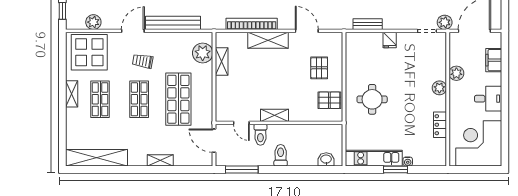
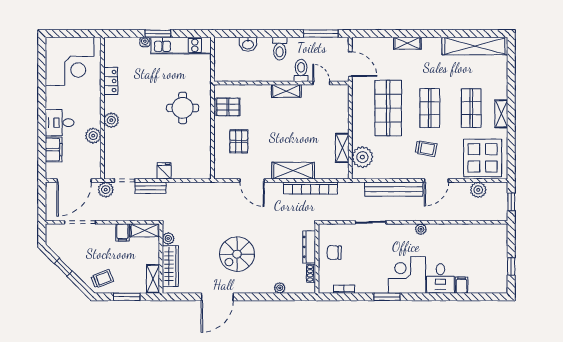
bench: (368, 24) -> (151, 188), moved
desk: (488, 99) -> (60, 123), moved
washbasin: (326, 159) -> (248, 44), moved

